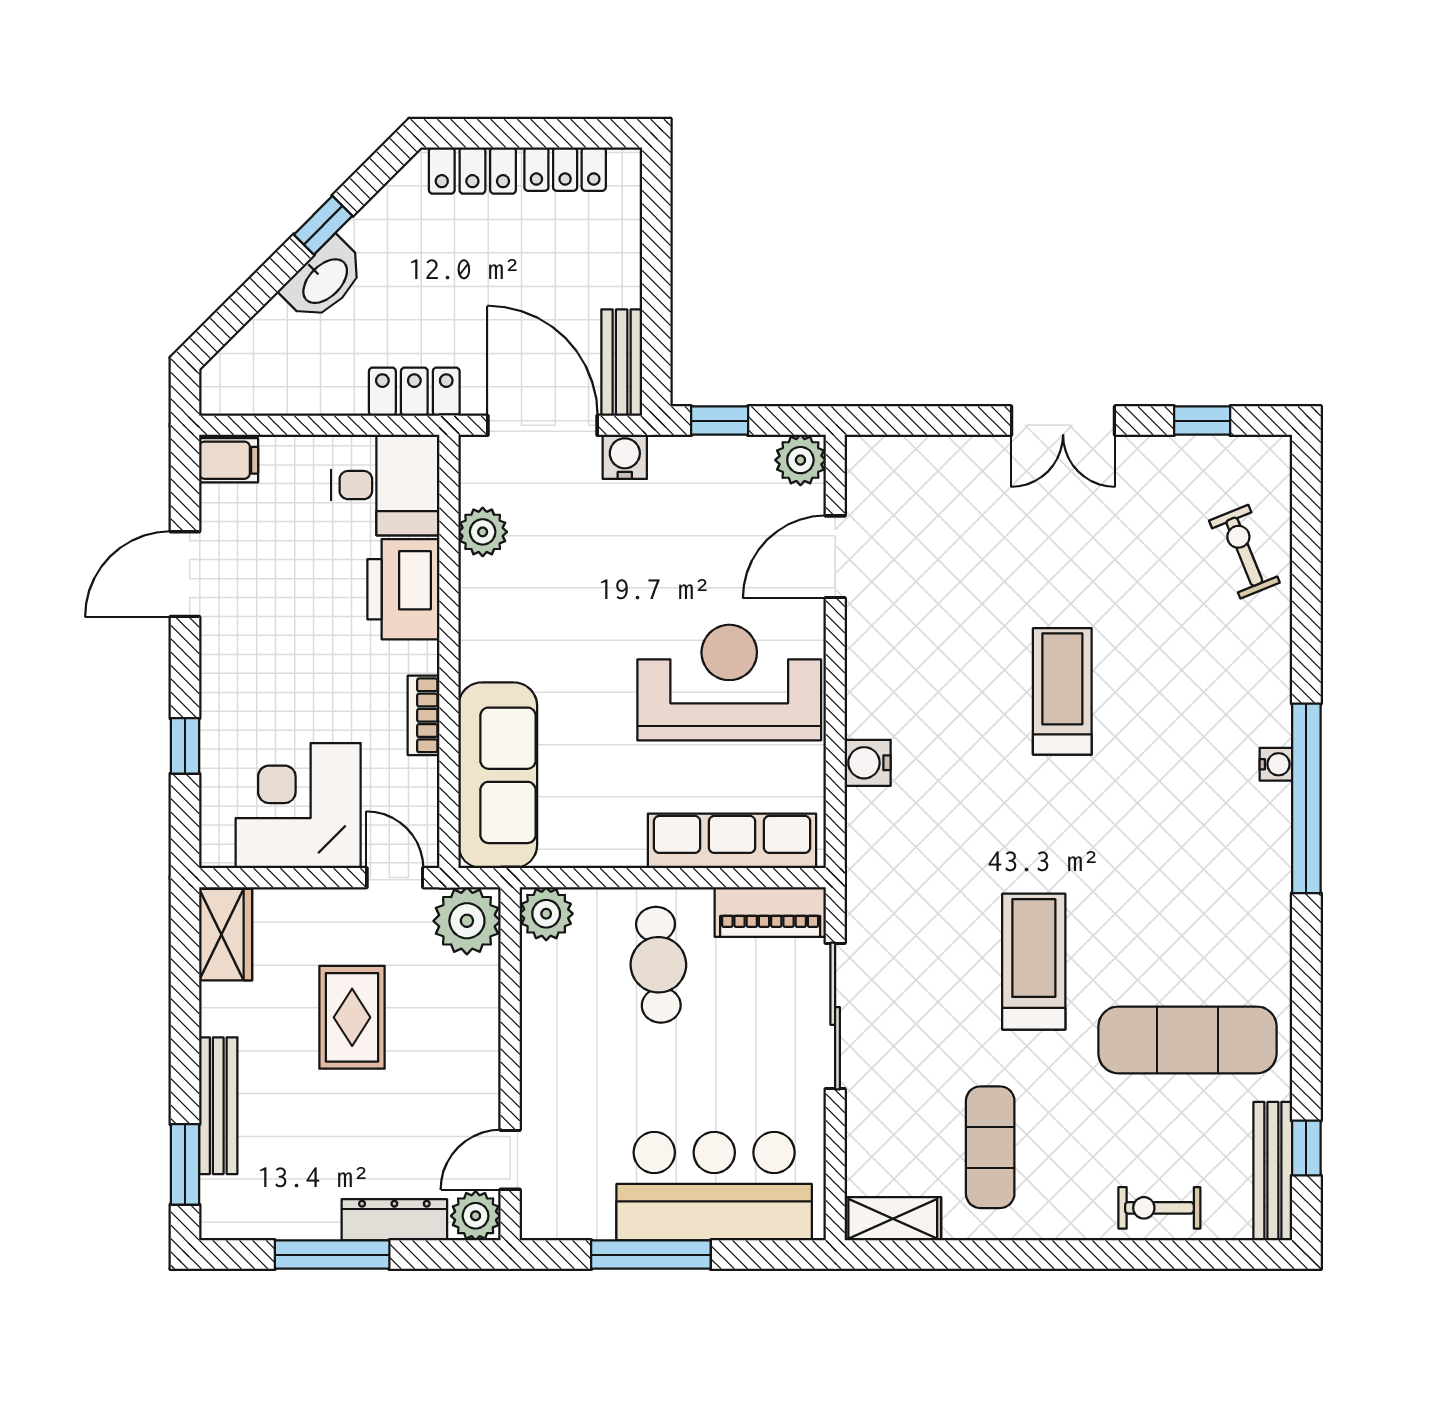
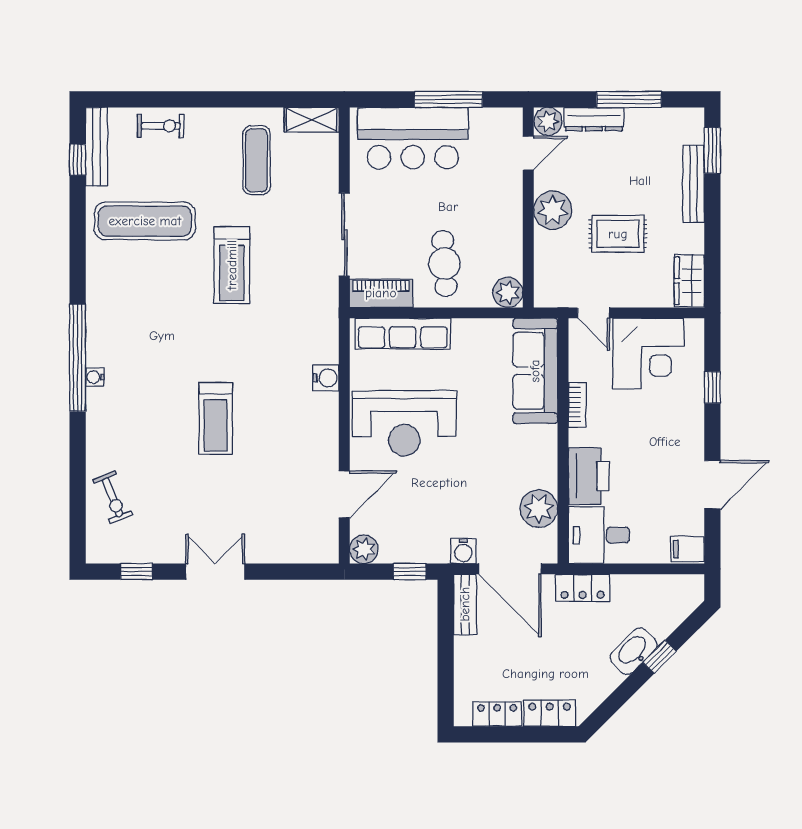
window: (323, 225) -> (660, 657), moved
plant: (483, 532) -> (539, 509), width x1.36, depth x1.36
plant: (467, 921) -> (553, 210), moved
rug: (352, 1017) -> (618, 234), turned 90

